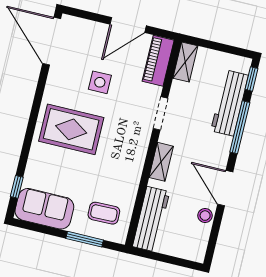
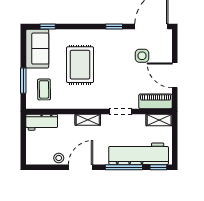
side table: (100, 82) -> (142, 56), moved
window: (39, 94) -> (114, 26), added
workbench: (230, 103) -> (139, 154), width x1.36, depth x1.32
rug: (71, 129) -> (80, 65), moved
workbench: (151, 219) -> (42, 122), width x0.73

